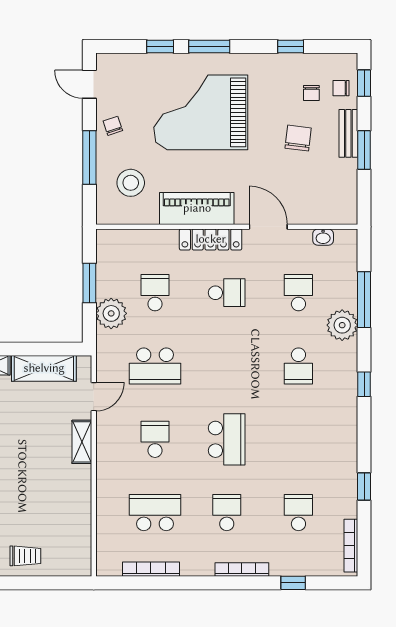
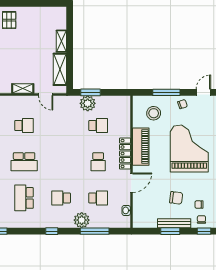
bench: (348, 133) -> (174, 223), width x1.36
window: (89, 283) -> (91, 92), moved
school desk: (155, 366) -> (24, 198), moved

